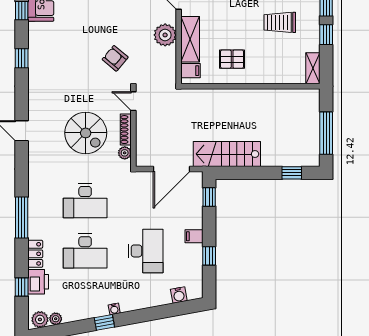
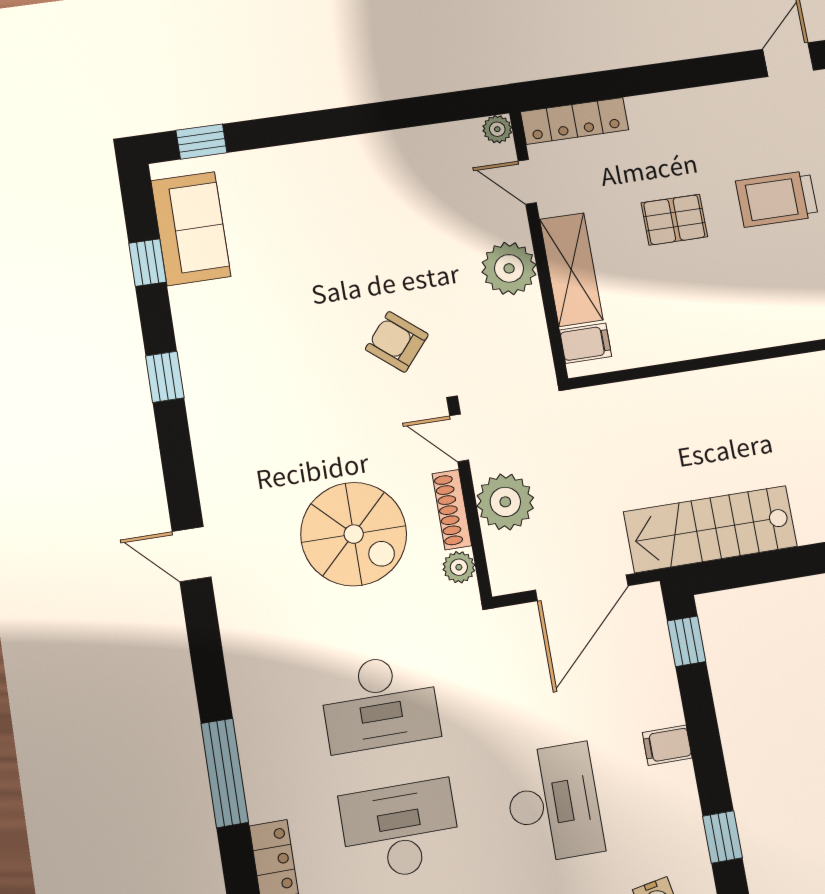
pallet: (232, 59) -> (674, 220), moved
plant: (147, 130) -> (505, 502), added
desk: (85, 251) -> (400, 830), turned 180
window: (209, 256) -> (722, 837), moved

